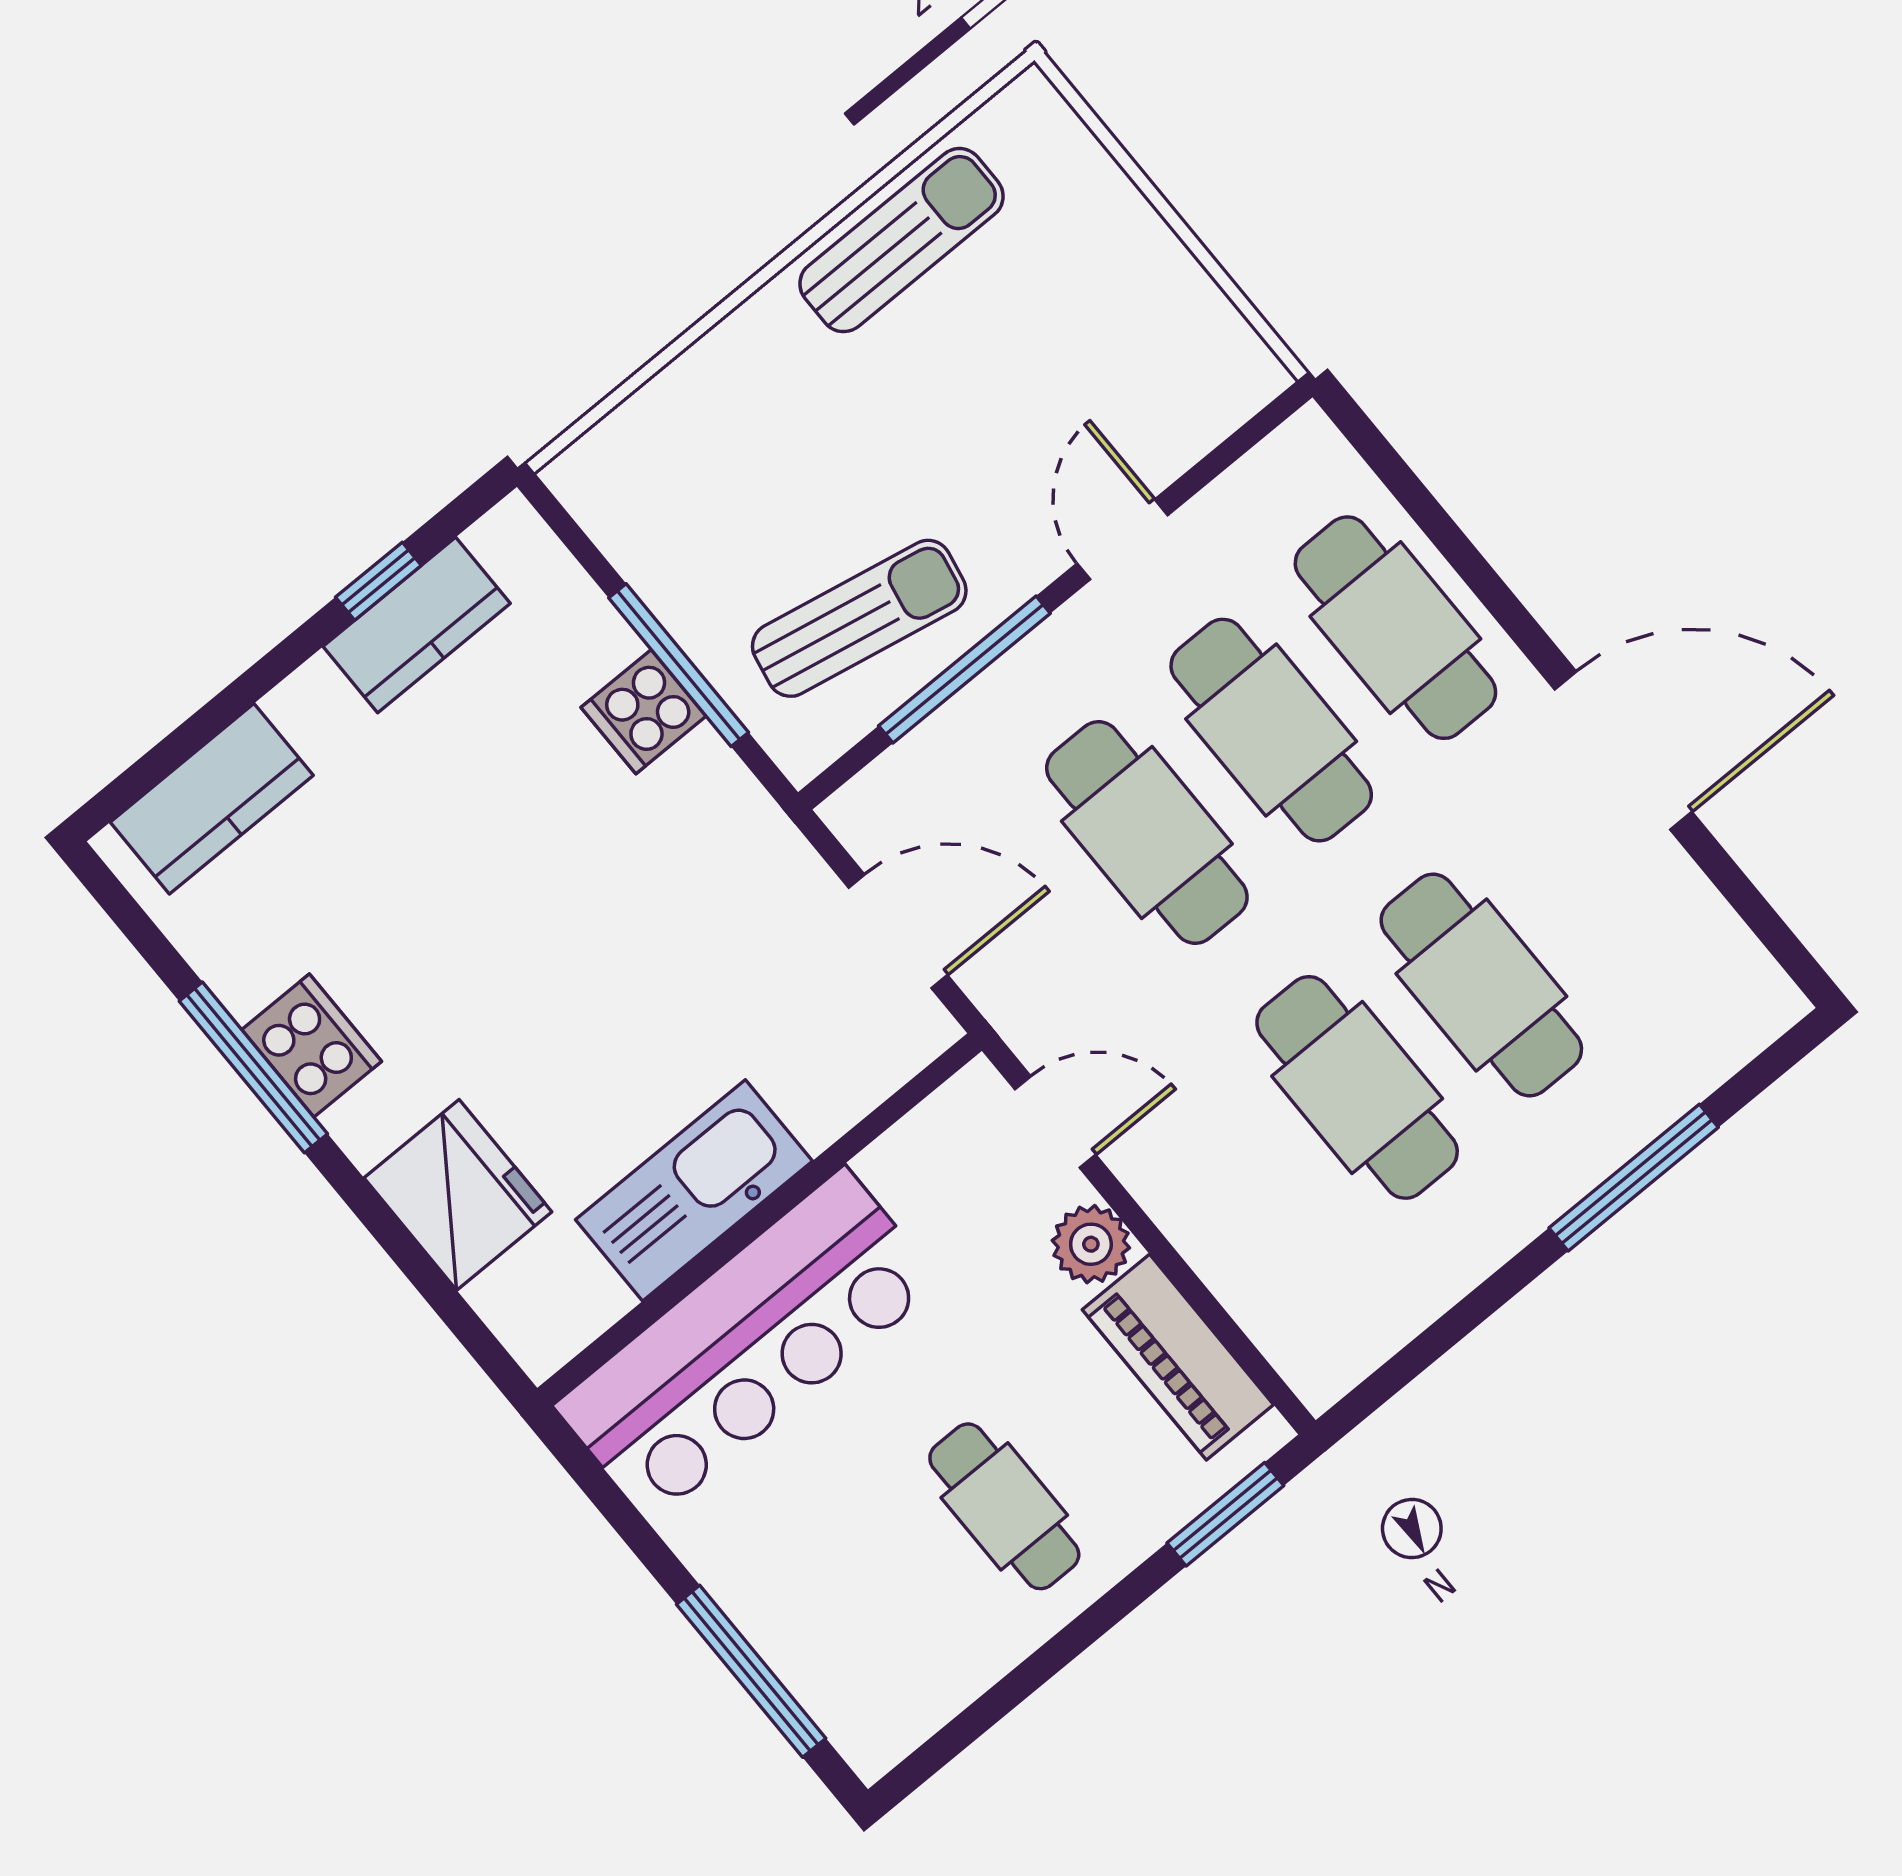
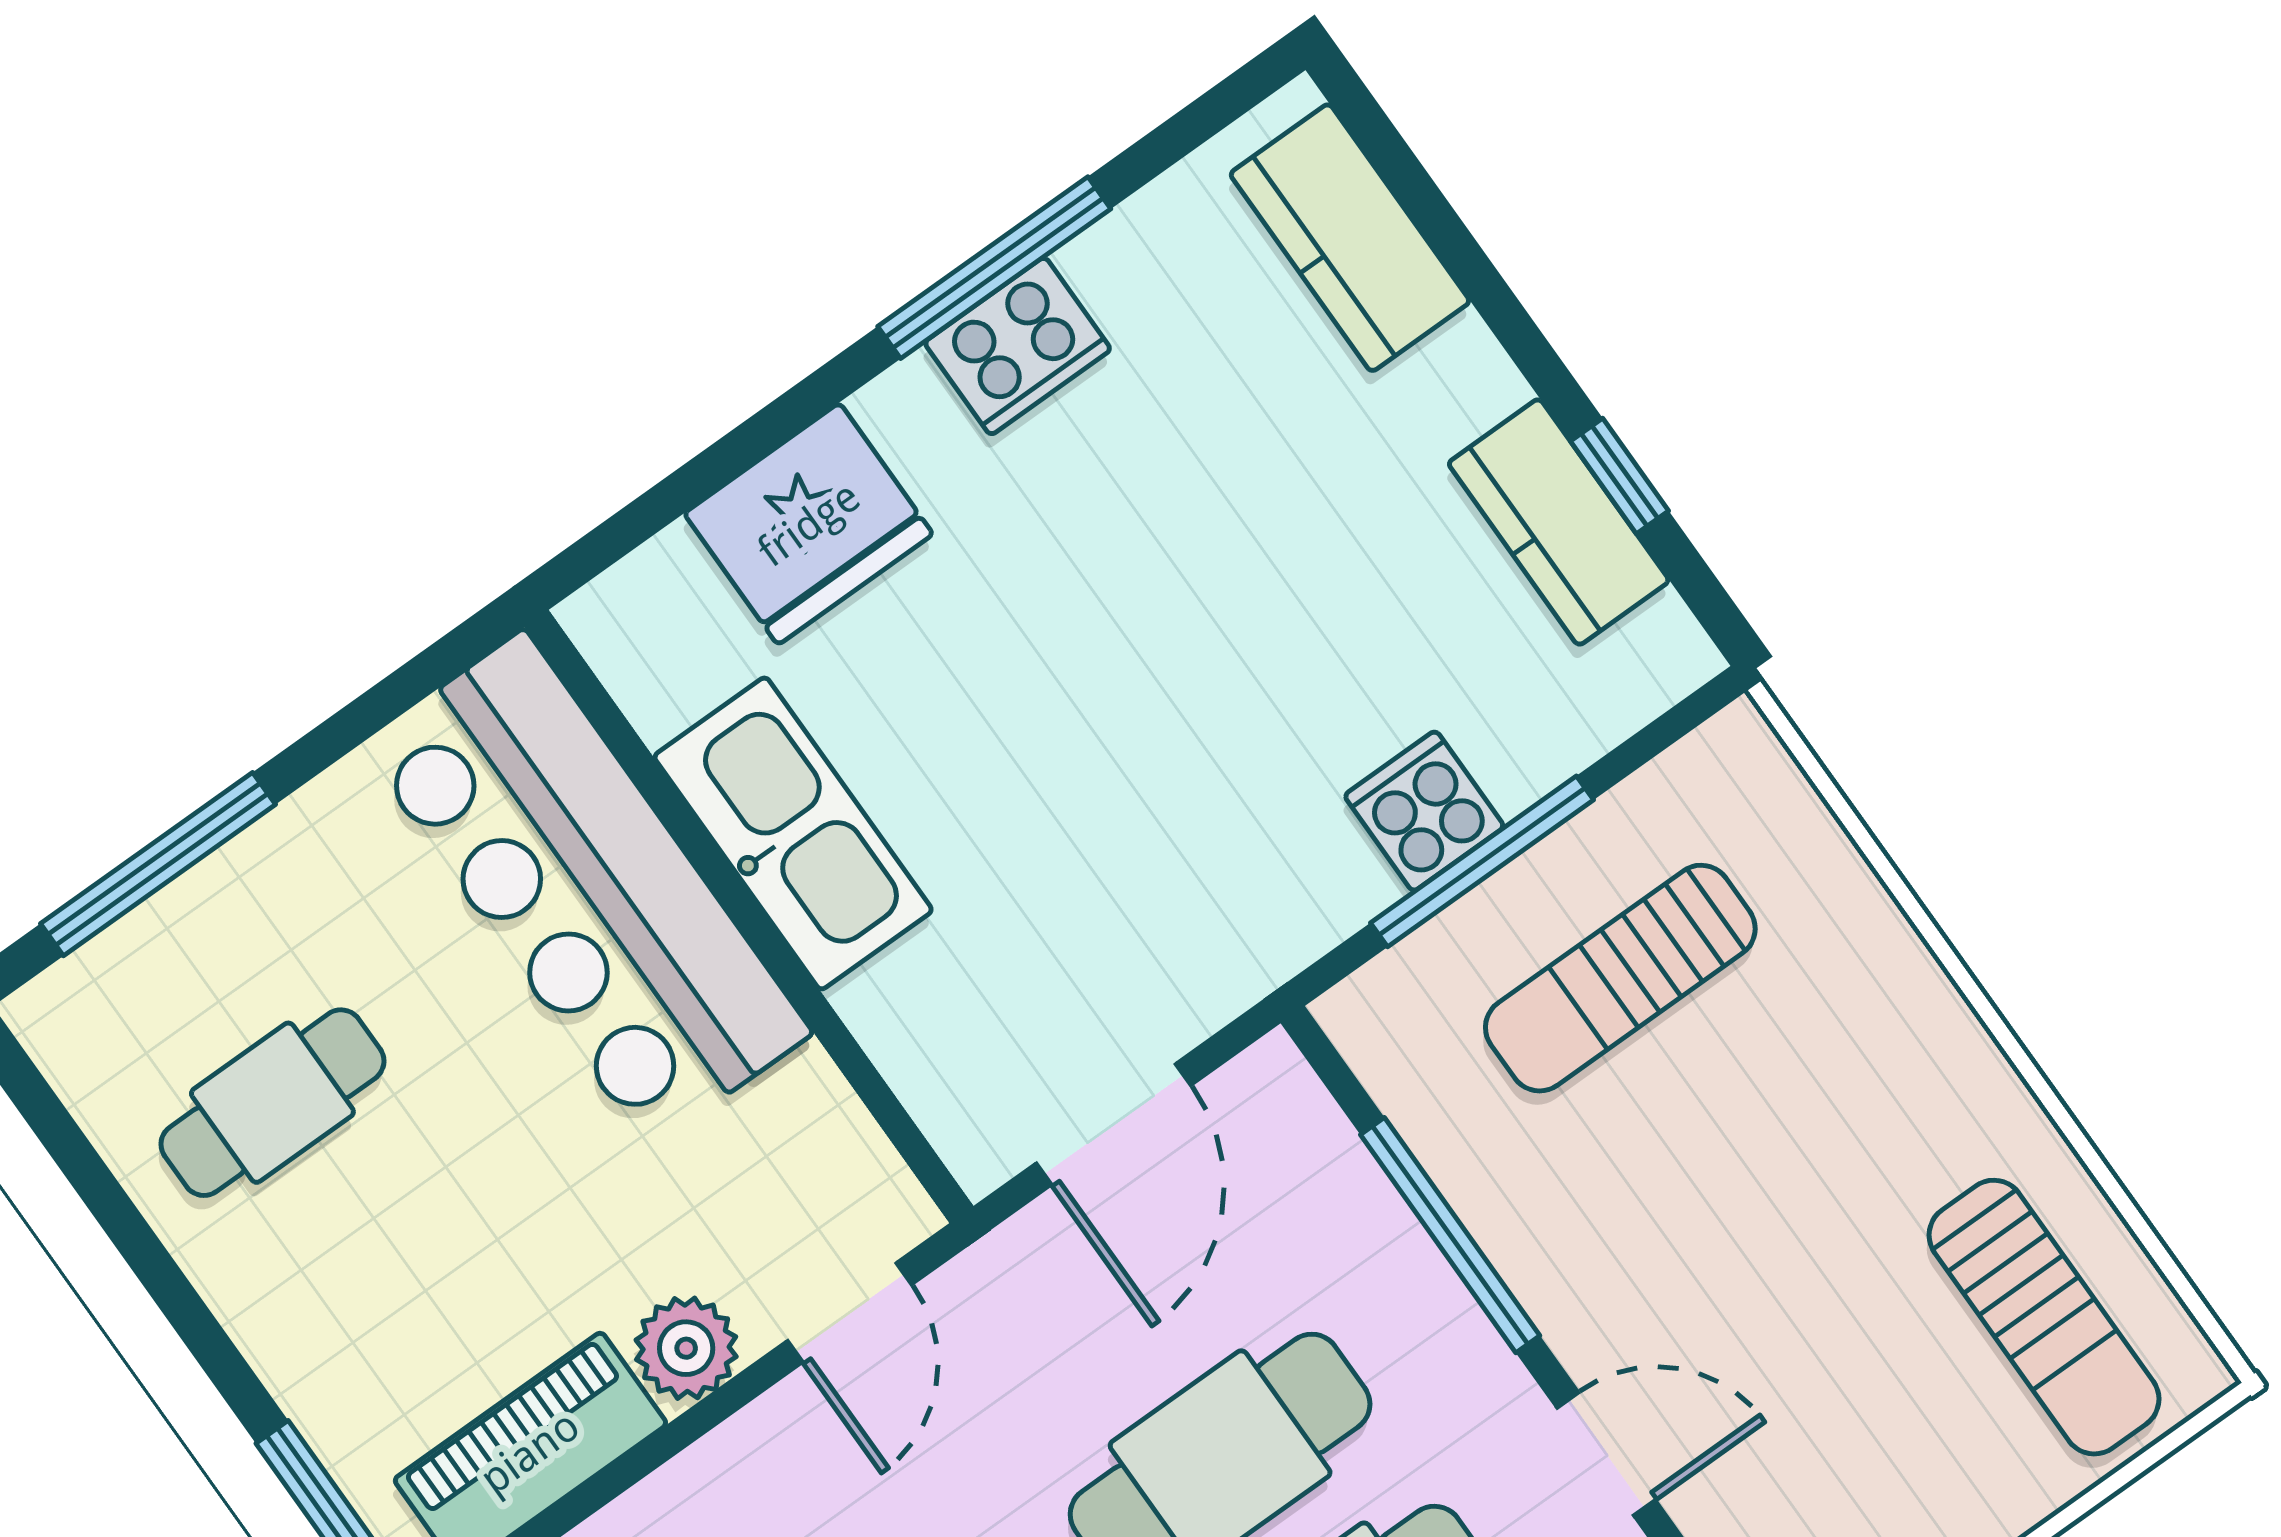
sun lounger: (902, 240) -> (2044, 1317), moved
sun lounger: (859, 618) -> (1620, 978), moved, turned 79
cafe table: (1004, 1506) -> (272, 1103), moved

